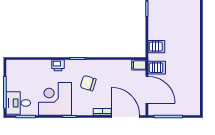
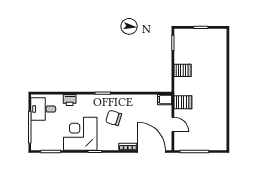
server rack: (156, 47) -> (182, 70), moved
printer: (58, 65) -> (70, 100), moved
door: (147, 90) -> (173, 124), width x0.53
desk: (18, 103) -> (43, 109), moved

